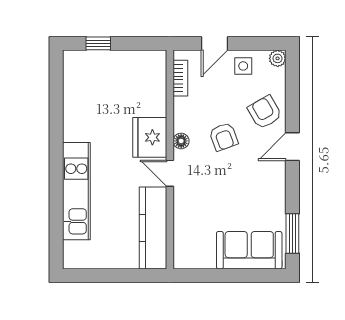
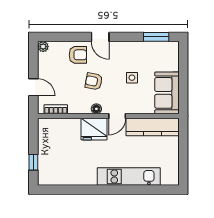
side table: (243, 66) -> (132, 78), moved
armchair: (265, 112) -> (78, 55), turned -150
armchair: (224, 137) -> (94, 81), turned -149
sofa: (249, 250) -> (167, 93), moved

